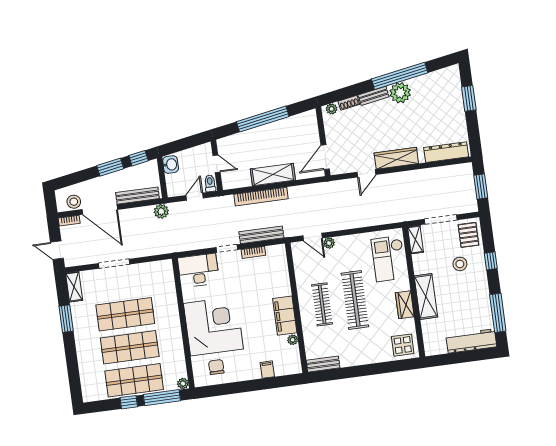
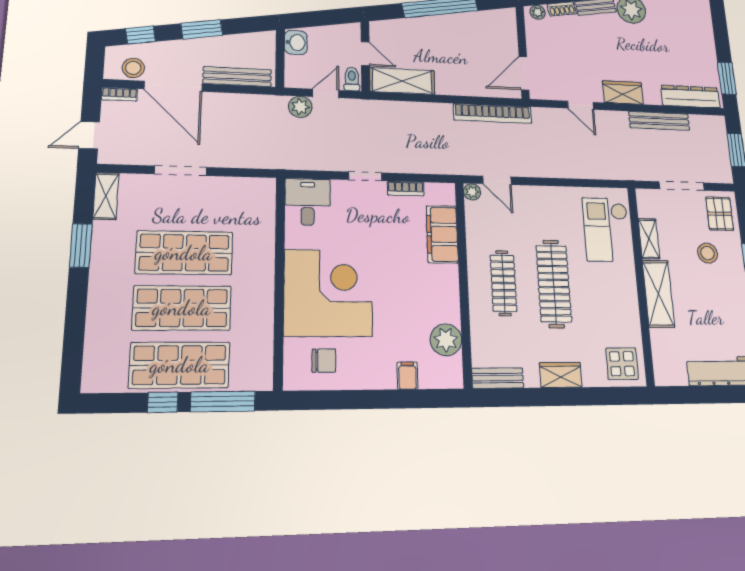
window: (469, 98) -> (727, 78), moved
window: (139, 158) -> (140, 35), moved
wardrobe: (396, 158) -> (623, 92), width x0.67
door: (366, 173) -> (581, 105), hinge flipped
shelving: (273, 175) -> (402, 81), moved
bookcase: (261, 197) -> (493, 113), moved
plant: (161, 211) -> (300, 107), moved
bench: (261, 235) -> (659, 121), moved
shelving: (416, 240) -> (649, 239), moved
plant: (329, 243) -> (472, 192), moved
door: (57, 250) -> (89, 135), hinge flipped
desk: (198, 270) -> (308, 202), width x0.73
wardrobe: (405, 305) -> (561, 375), moved, turned 90
filing cabinet: (285, 316) -> (442, 234), moved
plant: (293, 340) -> (446, 340), width x1.88, depth x1.88
chair: (216, 367) -> (324, 361), turned 90
plant: (183, 383) -> (263, 381), removed

